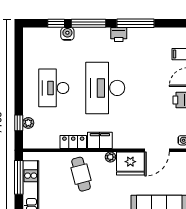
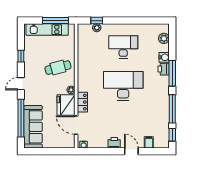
window: (56, 23) -> (172, 135), moved
plant: (42, 34) -> (164, 38), added
printer: (119, 34) -> (164, 69), moved
filing cabinet: (100, 140) -> (83, 82), removed
locker: (73, 142) -> (82, 102), moved

